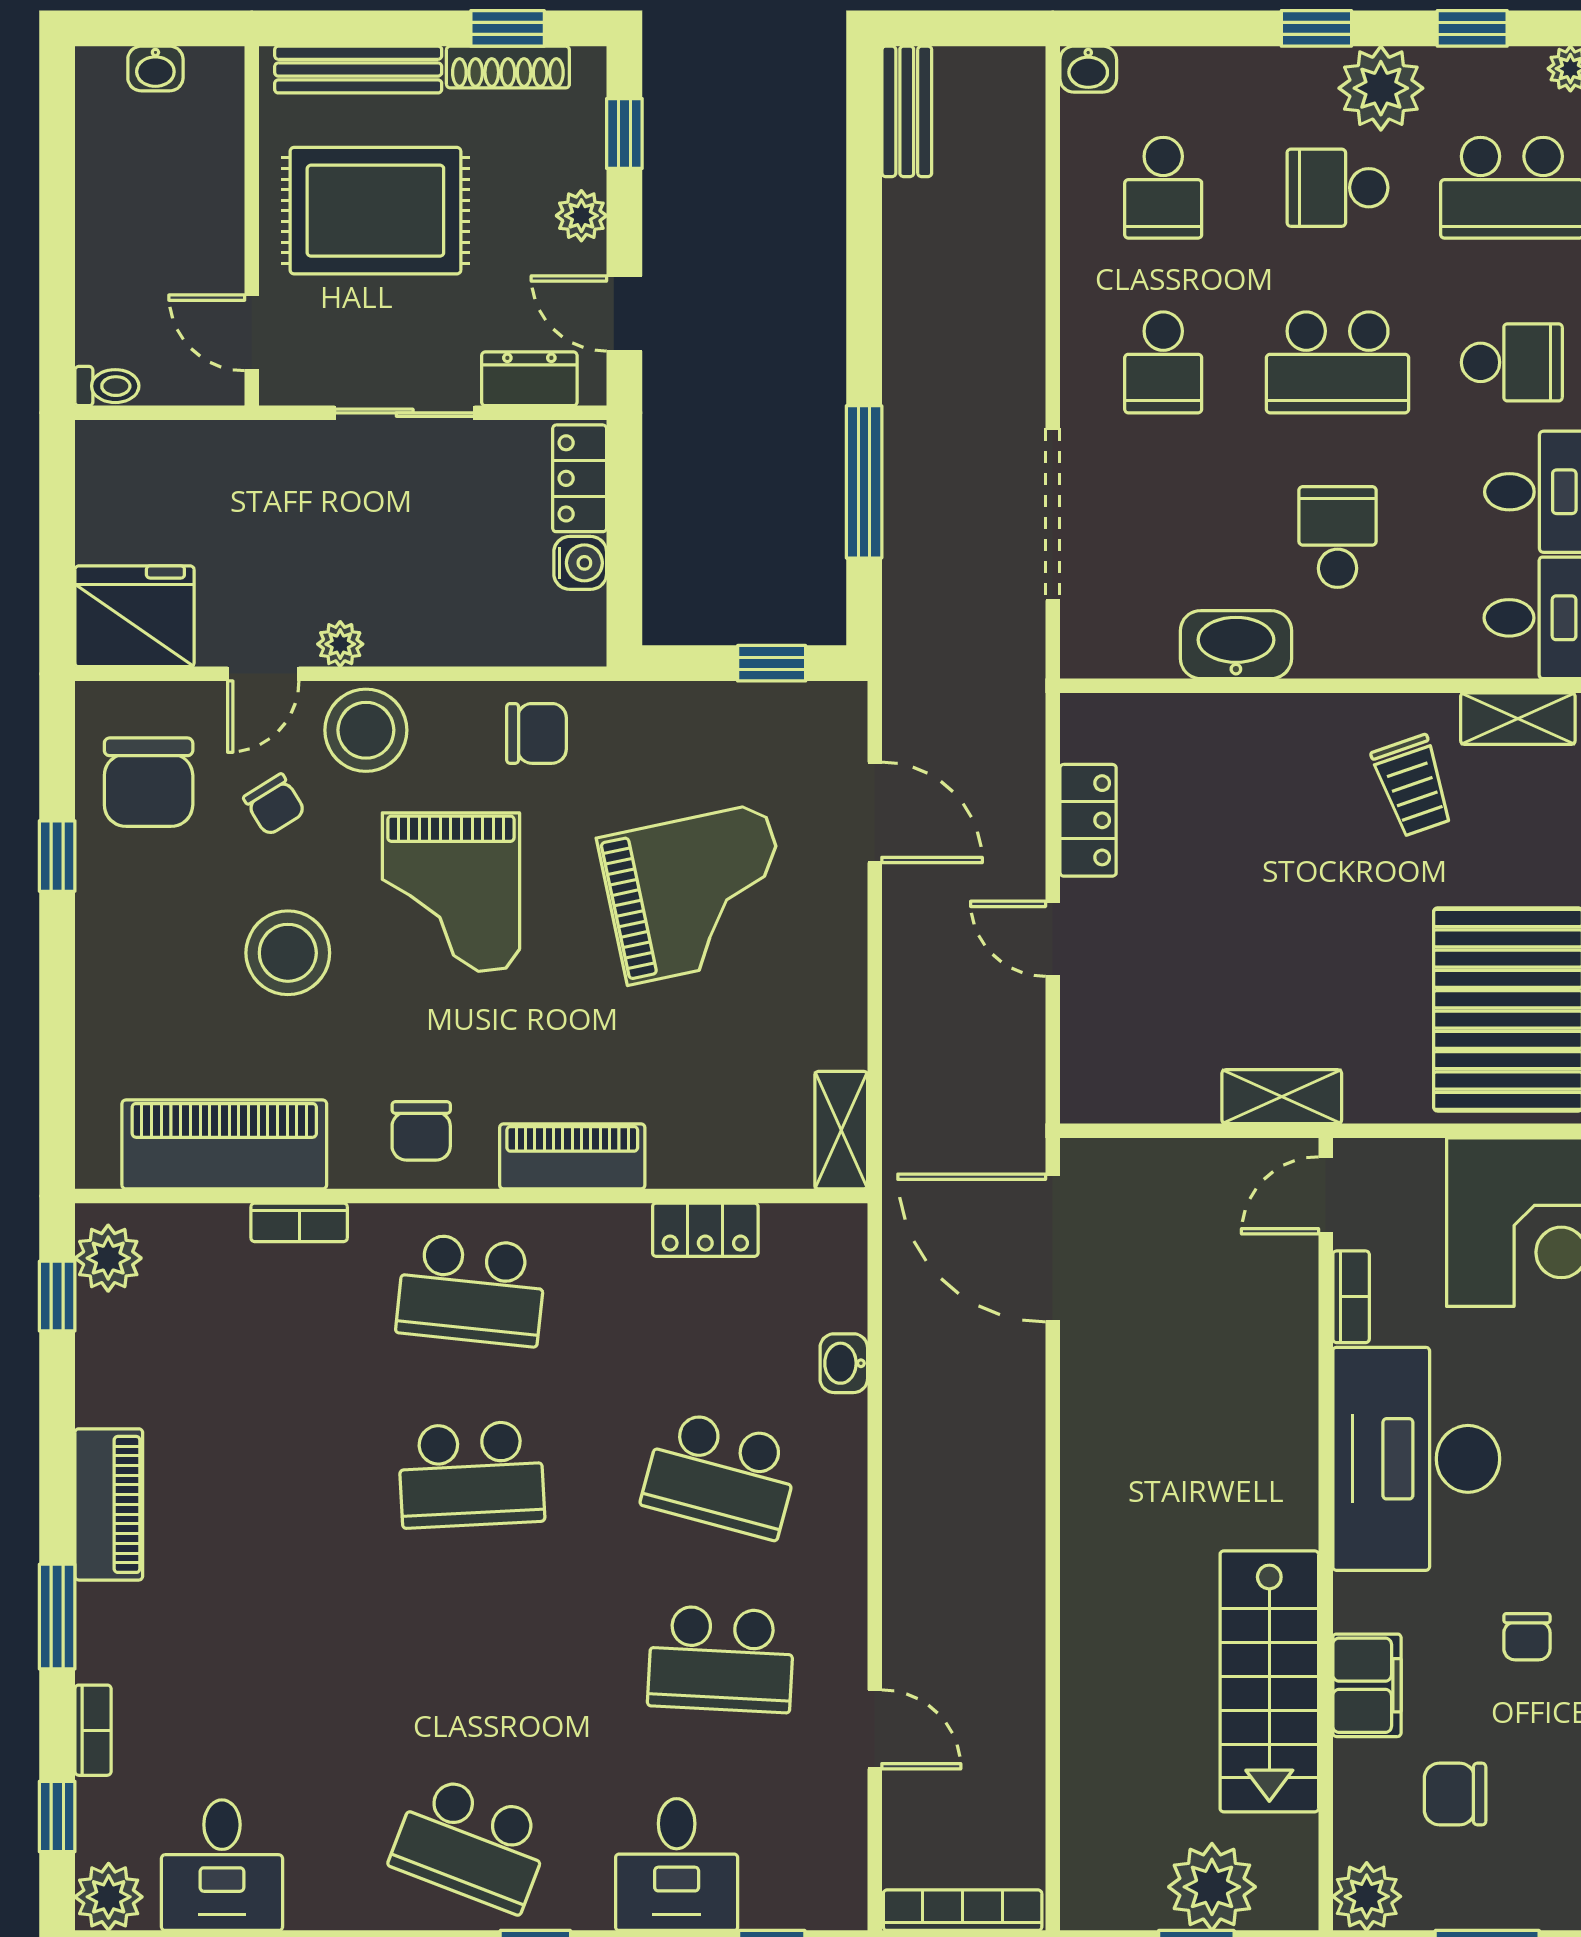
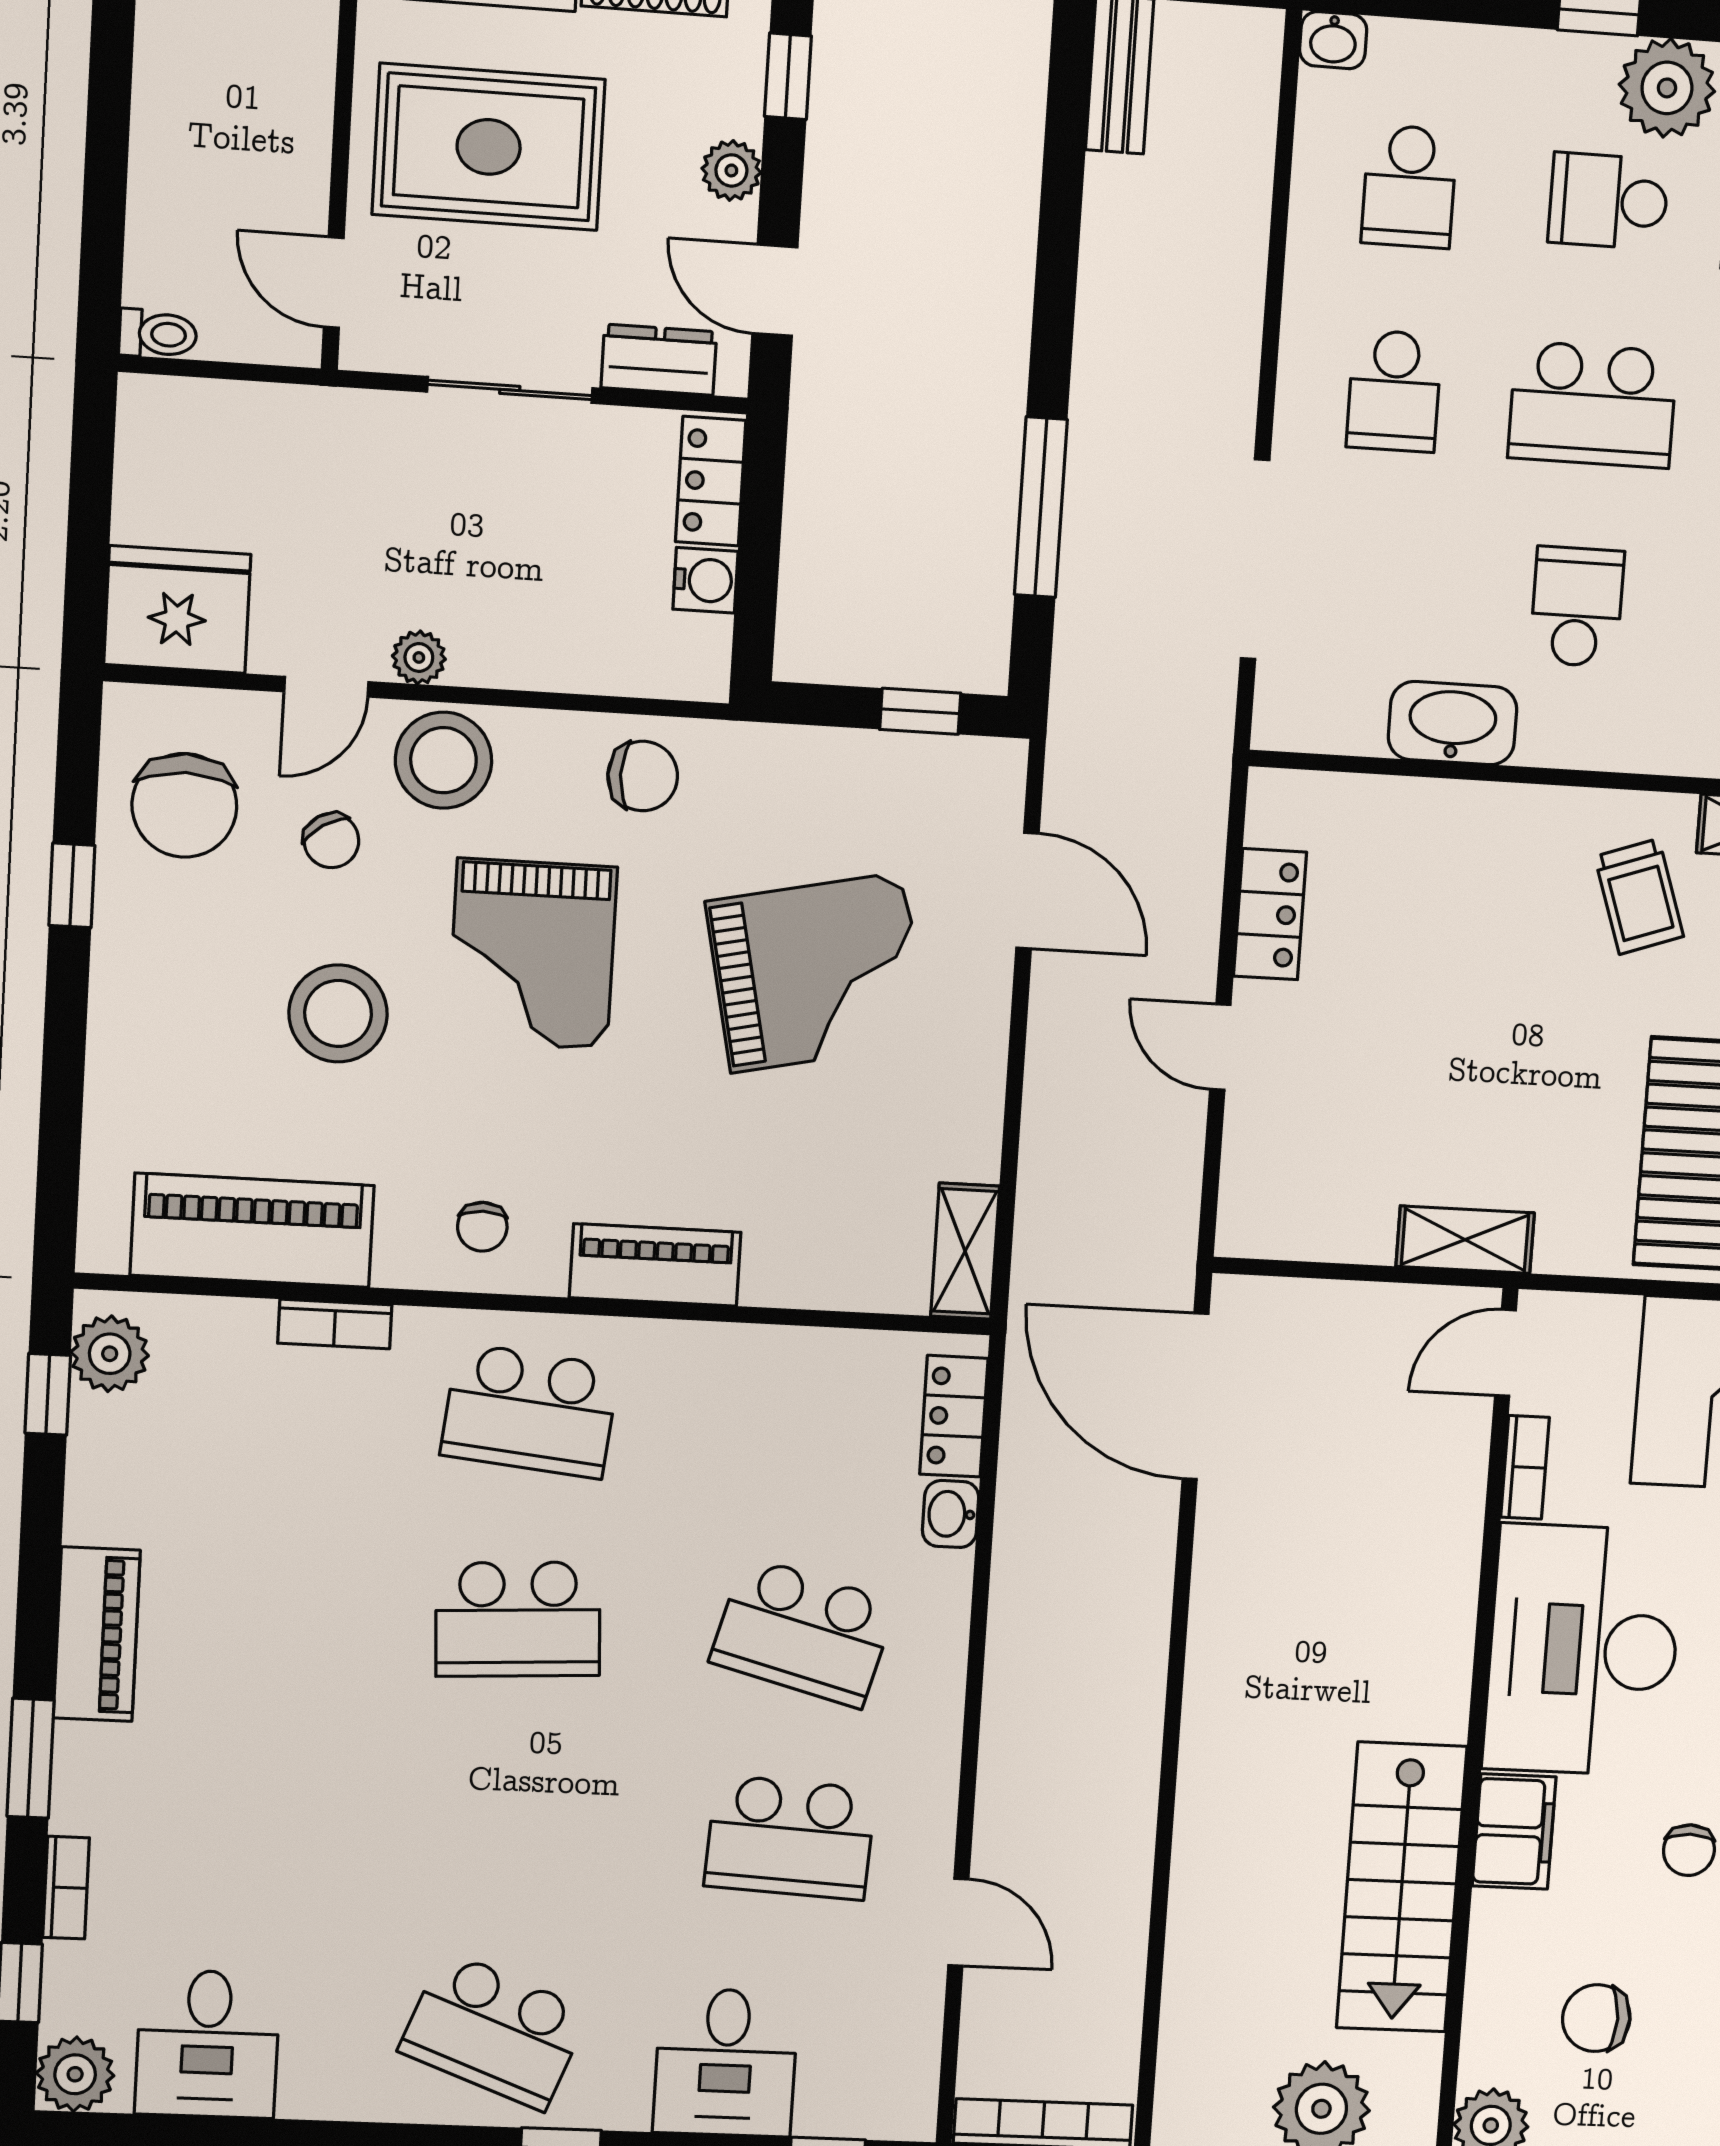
chair: (421, 1131) -> (482, 1227), width x0.73, depth x0.73
locker: (705, 1230) -> (954, 1416), moved, turned 90
filing cabinet: (1367, 1685) -> (1514, 1831), moved

